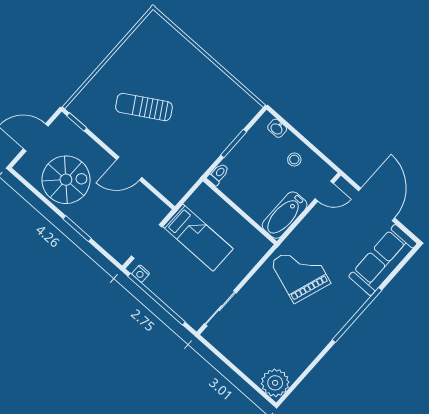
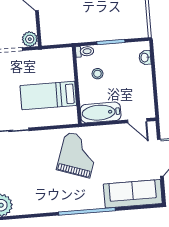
stool: (294, 160) -> (97, 74), moved
plant: (159, 210) -> (30, 39), added
bed: (198, 238) -> (48, 96), moved, turned 90

